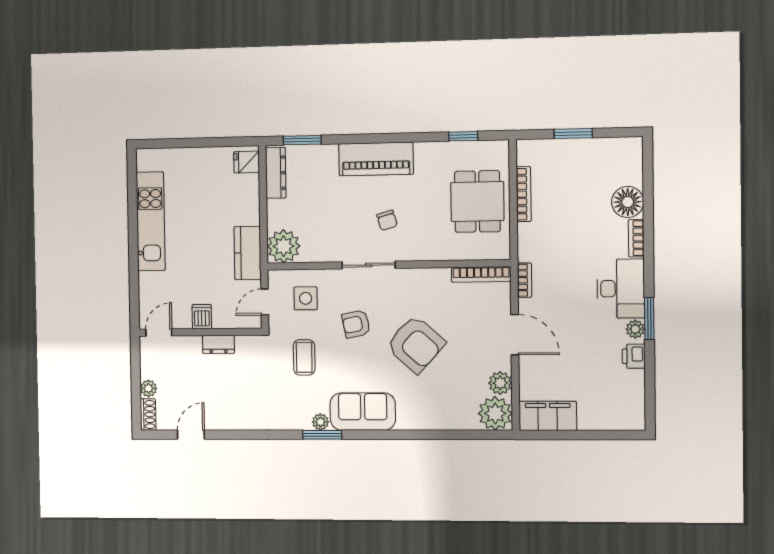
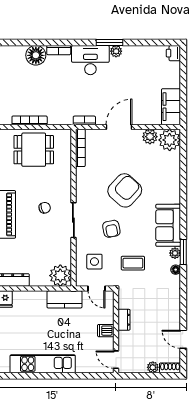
printer: (634, 356) -> (173, 53), moved, turned 90
floor lamp: (295, 423) -> (176, 270), added

